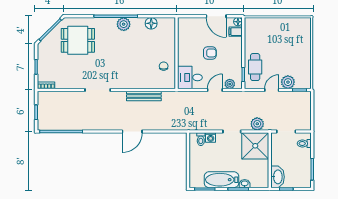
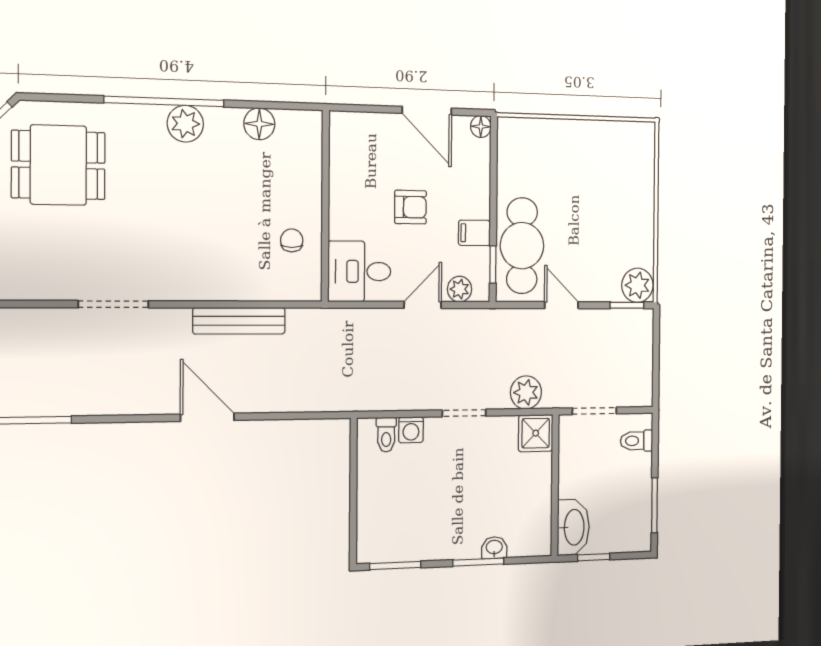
filing cabinet: (236, 32) -> (474, 233), moved
cafe table: (255, 67) -> (522, 246), width x1.37, depth x1.35
plant: (288, 82) -> (637, 285), moved
door: (272, 90) -> (561, 305), hinge flipped
door: (132, 131) -> (207, 417), swing flipped
shower: (255, 146) -> (536, 433), width x0.54, depth x0.54
bathtub: (221, 180) -> (437, 540), removed

